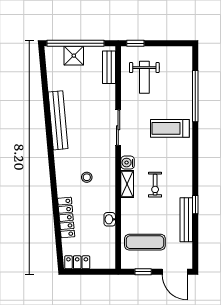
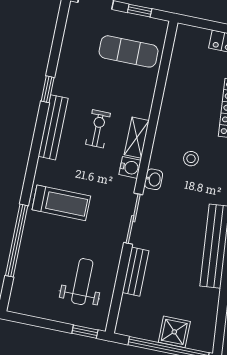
bench: (109, 67) -> (136, 272), moved
washbasin: (110, 219) -> (154, 179), moved
bench: (186, 220) -> (53, 127), moved

